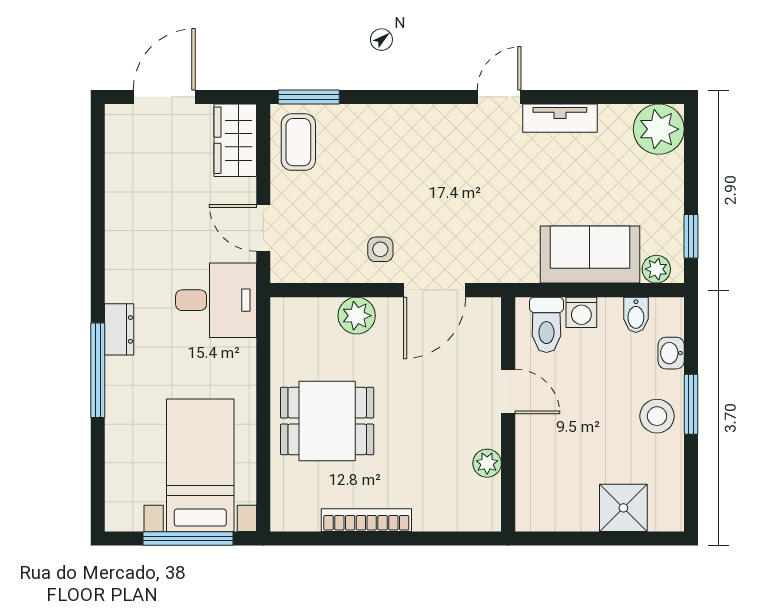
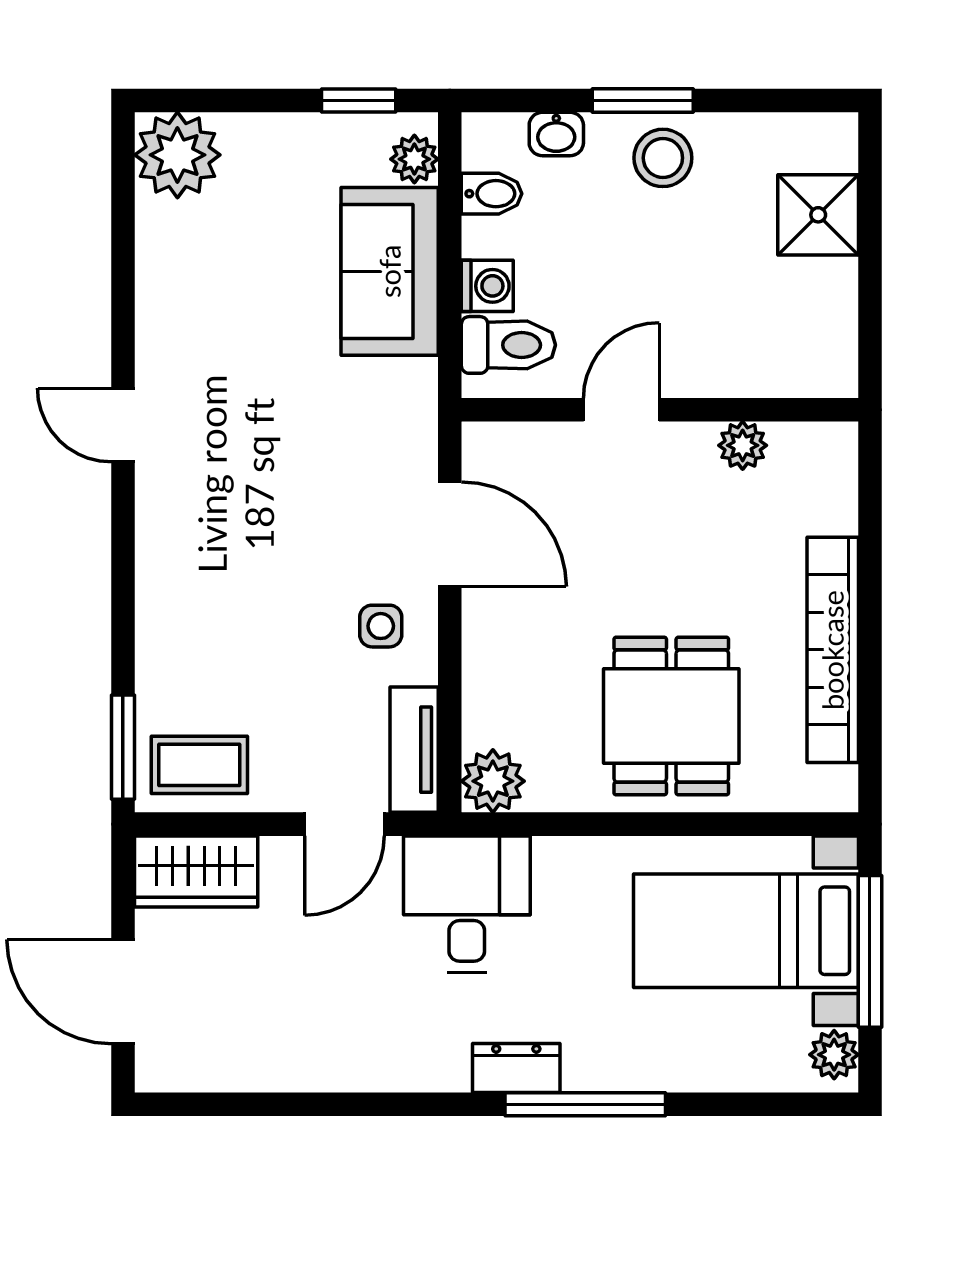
tv unit: (560, 118) -> (414, 750), moved, turned 180
plant: (357, 316) -> (493, 781), moved
plant: (127, 517) -> (834, 1055), added
bookcase: (366, 520) -> (833, 650), width x1.48, depth x1.31

